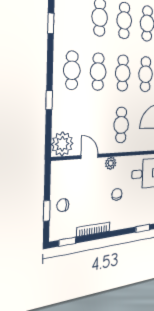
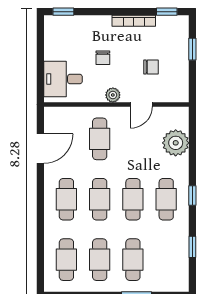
window: (49, 100) -> (192, 196), moved
plant: (62, 144) -> (176, 143), moved
door: (90, 156) -> (141, 104), hinge flipped
chair: (63, 205) -> (151, 67), moved

